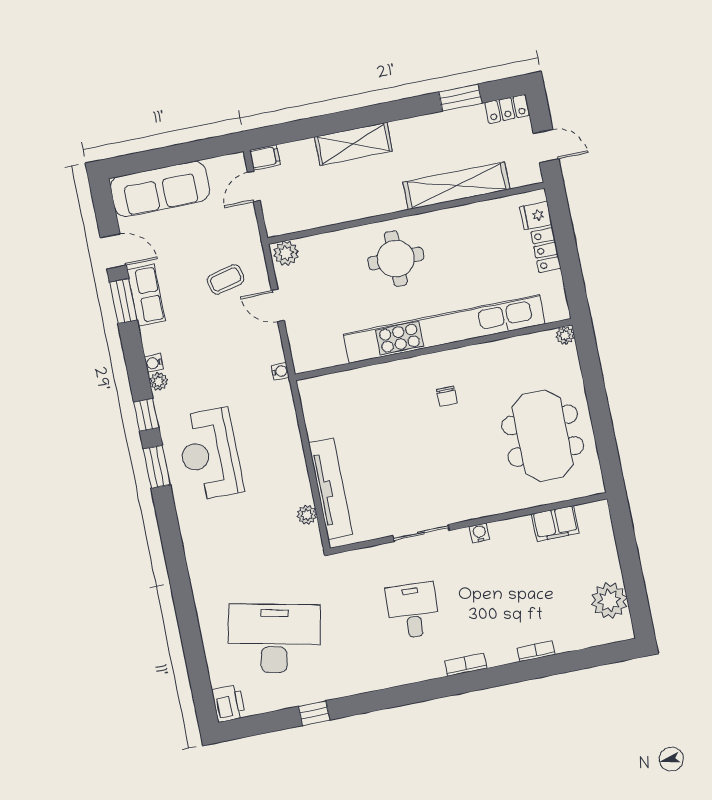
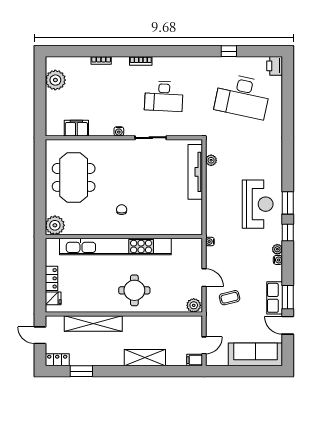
plant: (565, 335) -> (55, 225), width x1.87, depth x1.87
desk: (413, 611) -> (164, 96), width x1.37

